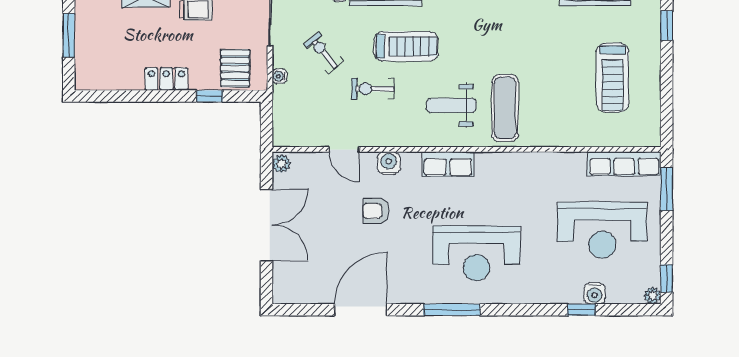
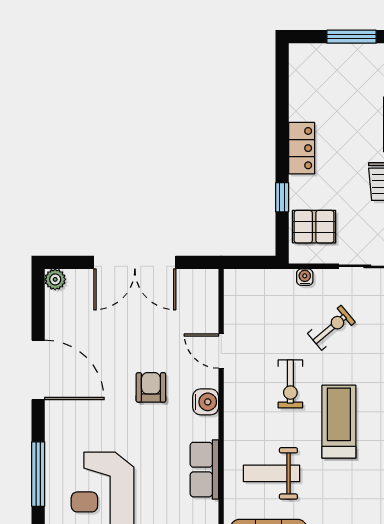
treadmill: (406, 46) -> (339, 422), turned 180
exercise bike: (373, 89) -> (290, 384), turned 180
weight bench: (451, 105) -> (272, 473), turned -90
door: (344, 149) -> (221, 351), hinge flipped
plant: (281, 164) -> (55, 279), moved

